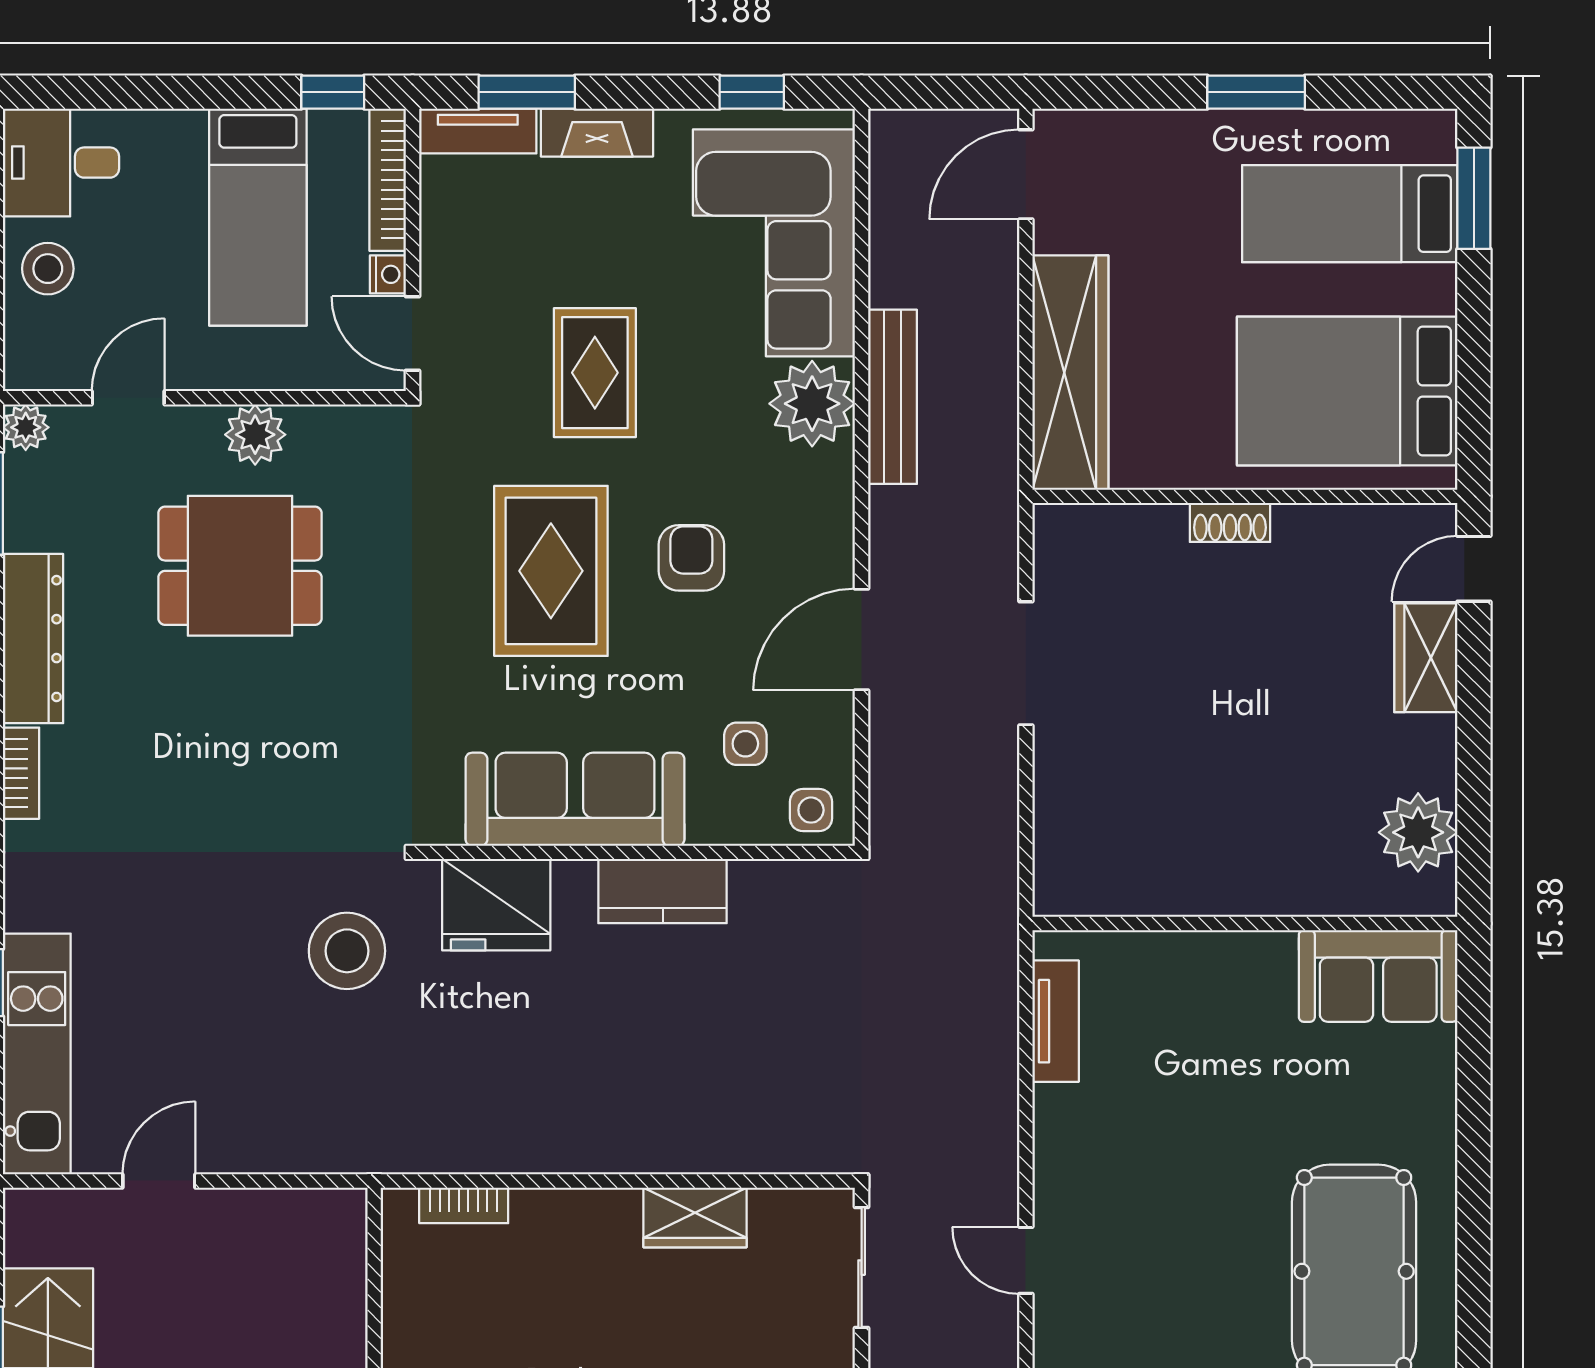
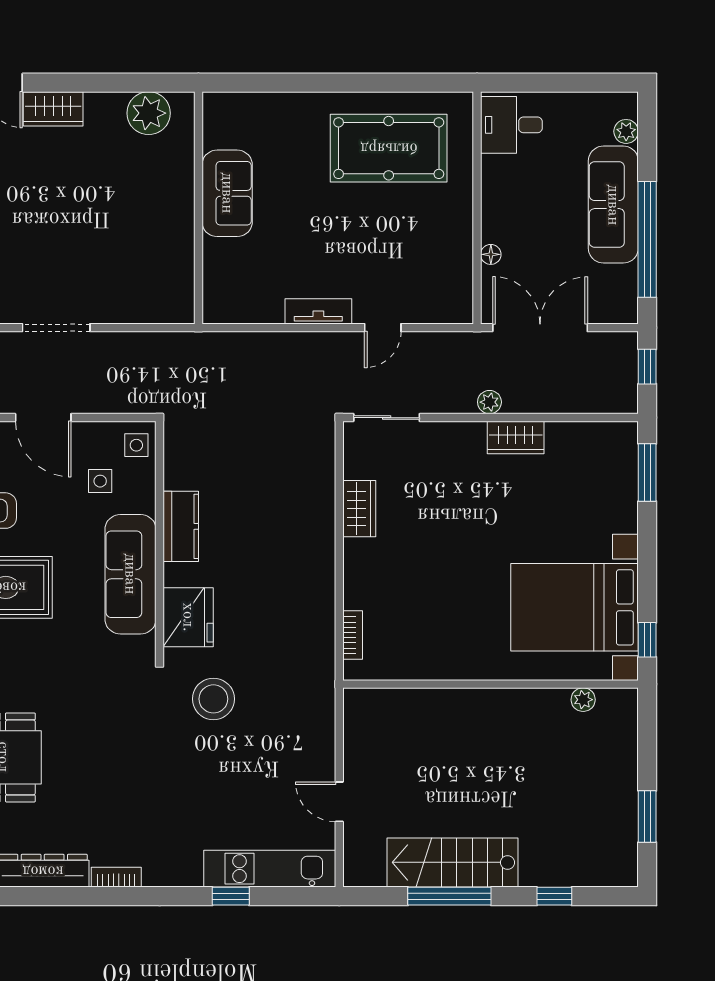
sofa: (1378, 976) -> (227, 193), moved
tv unit: (1056, 1021) -> (318, 311), moved

